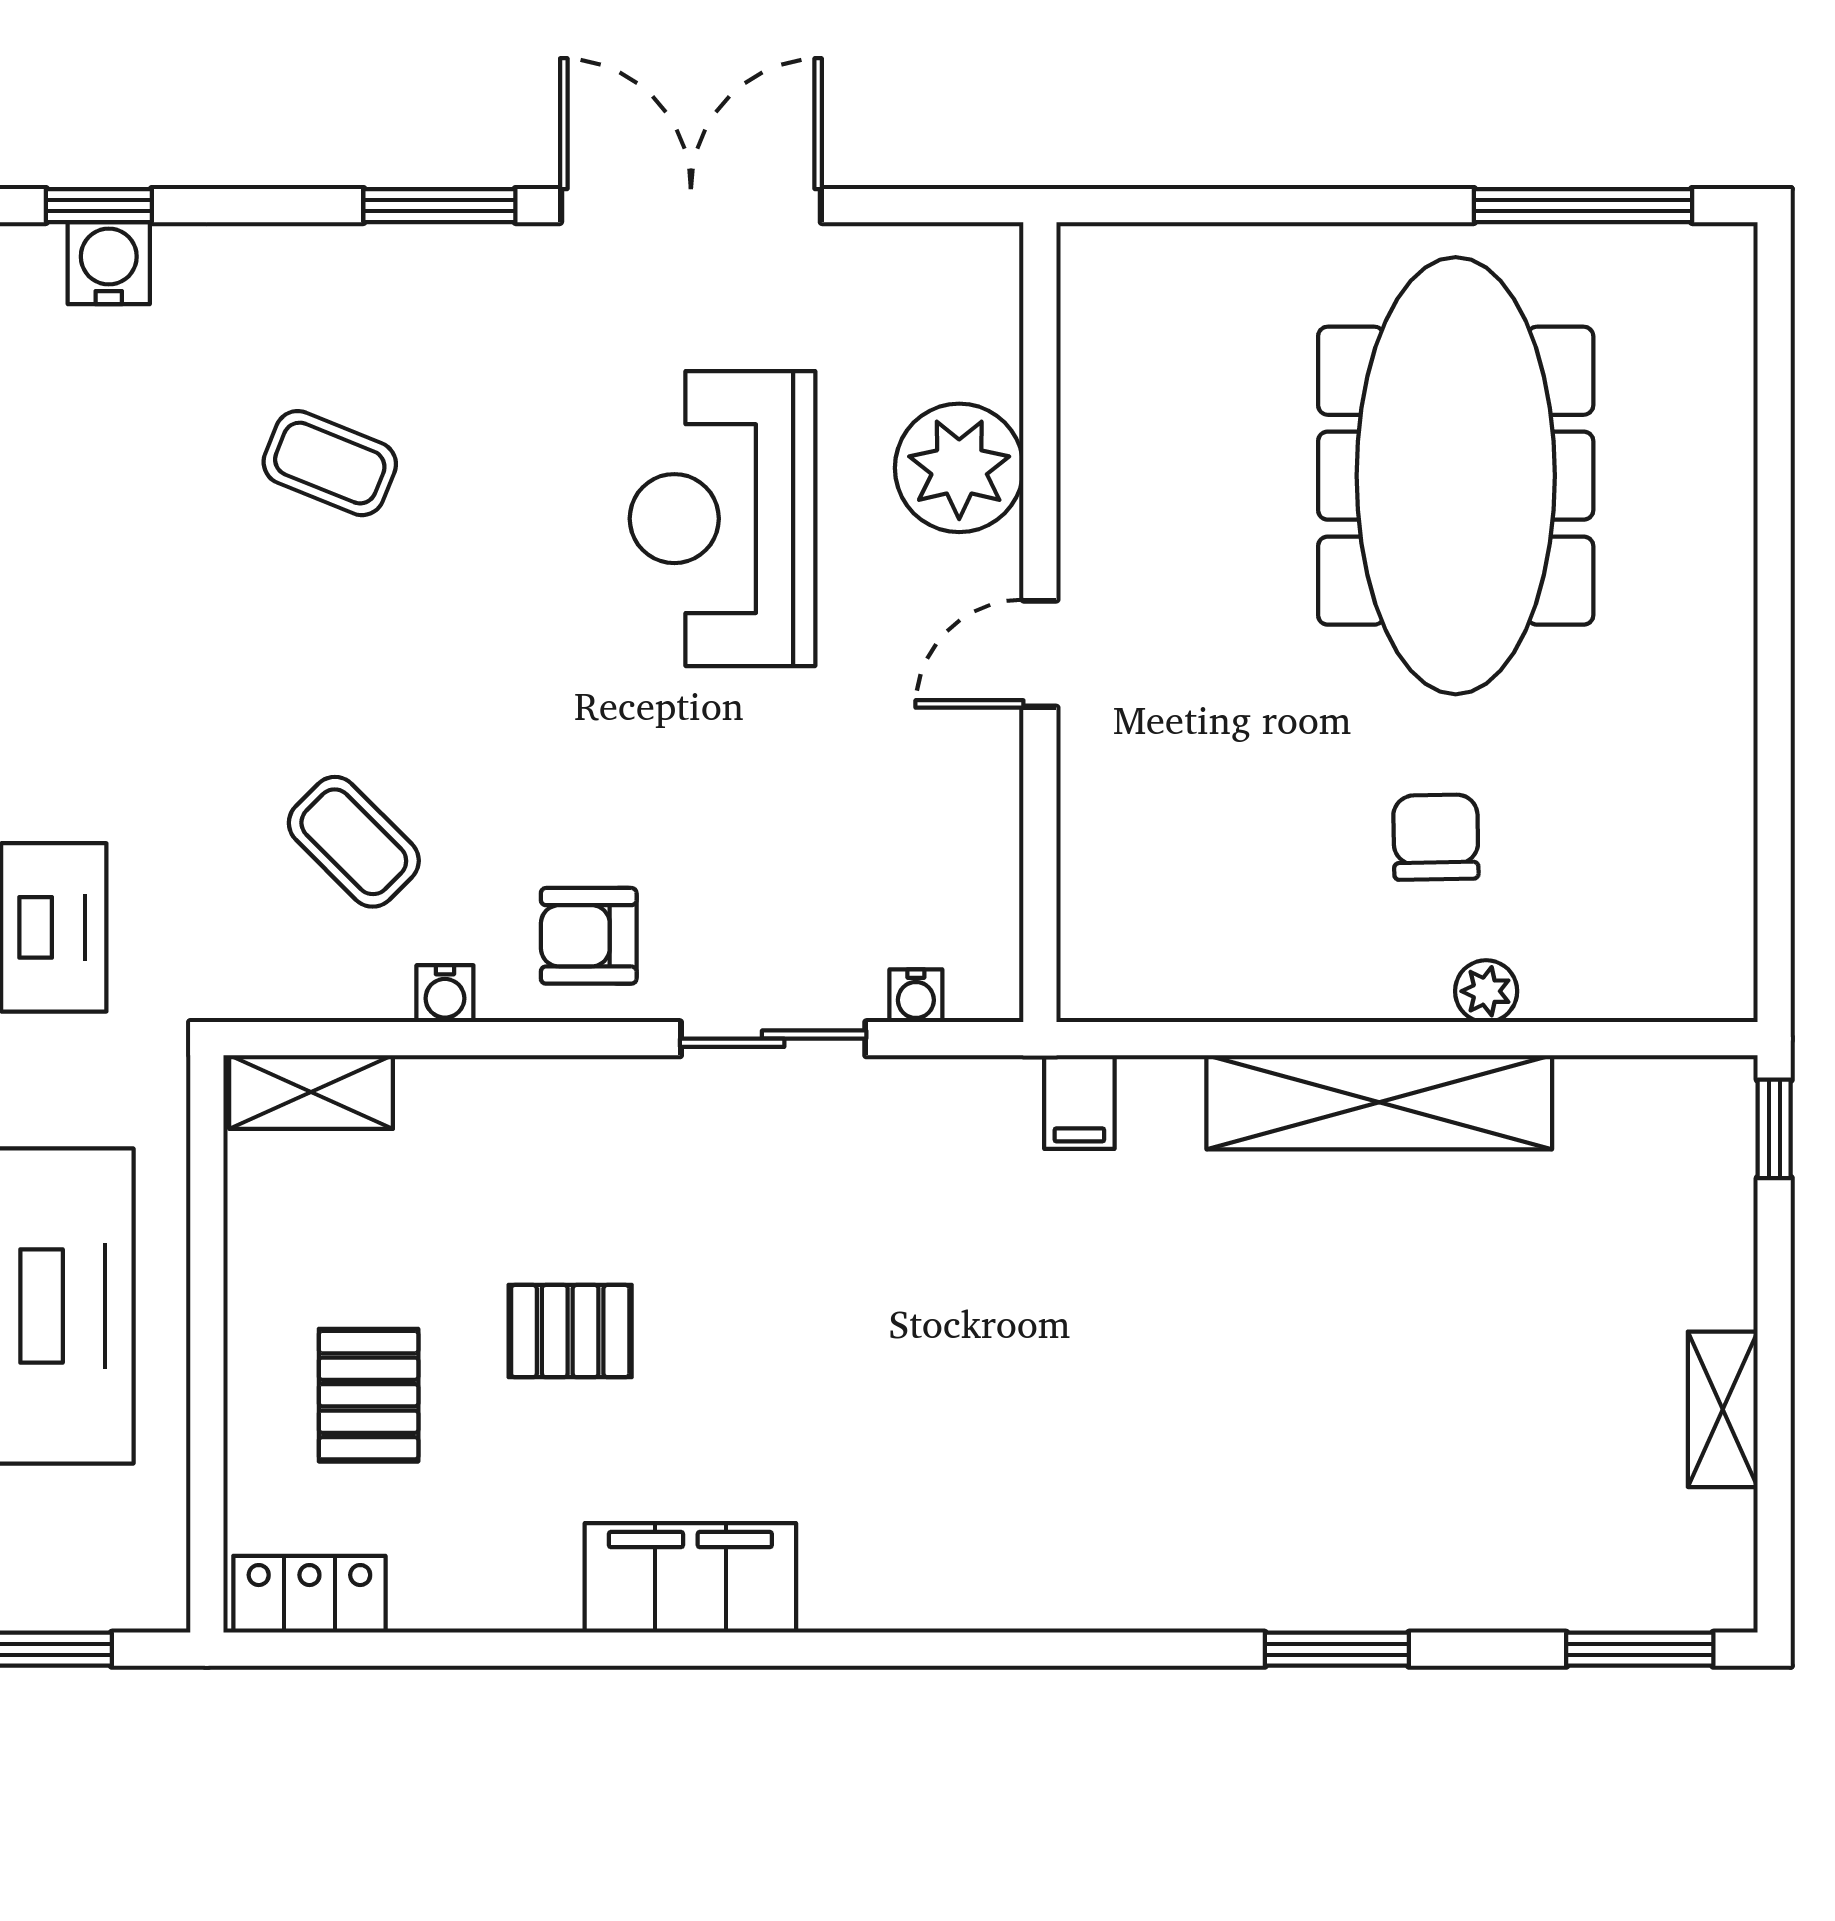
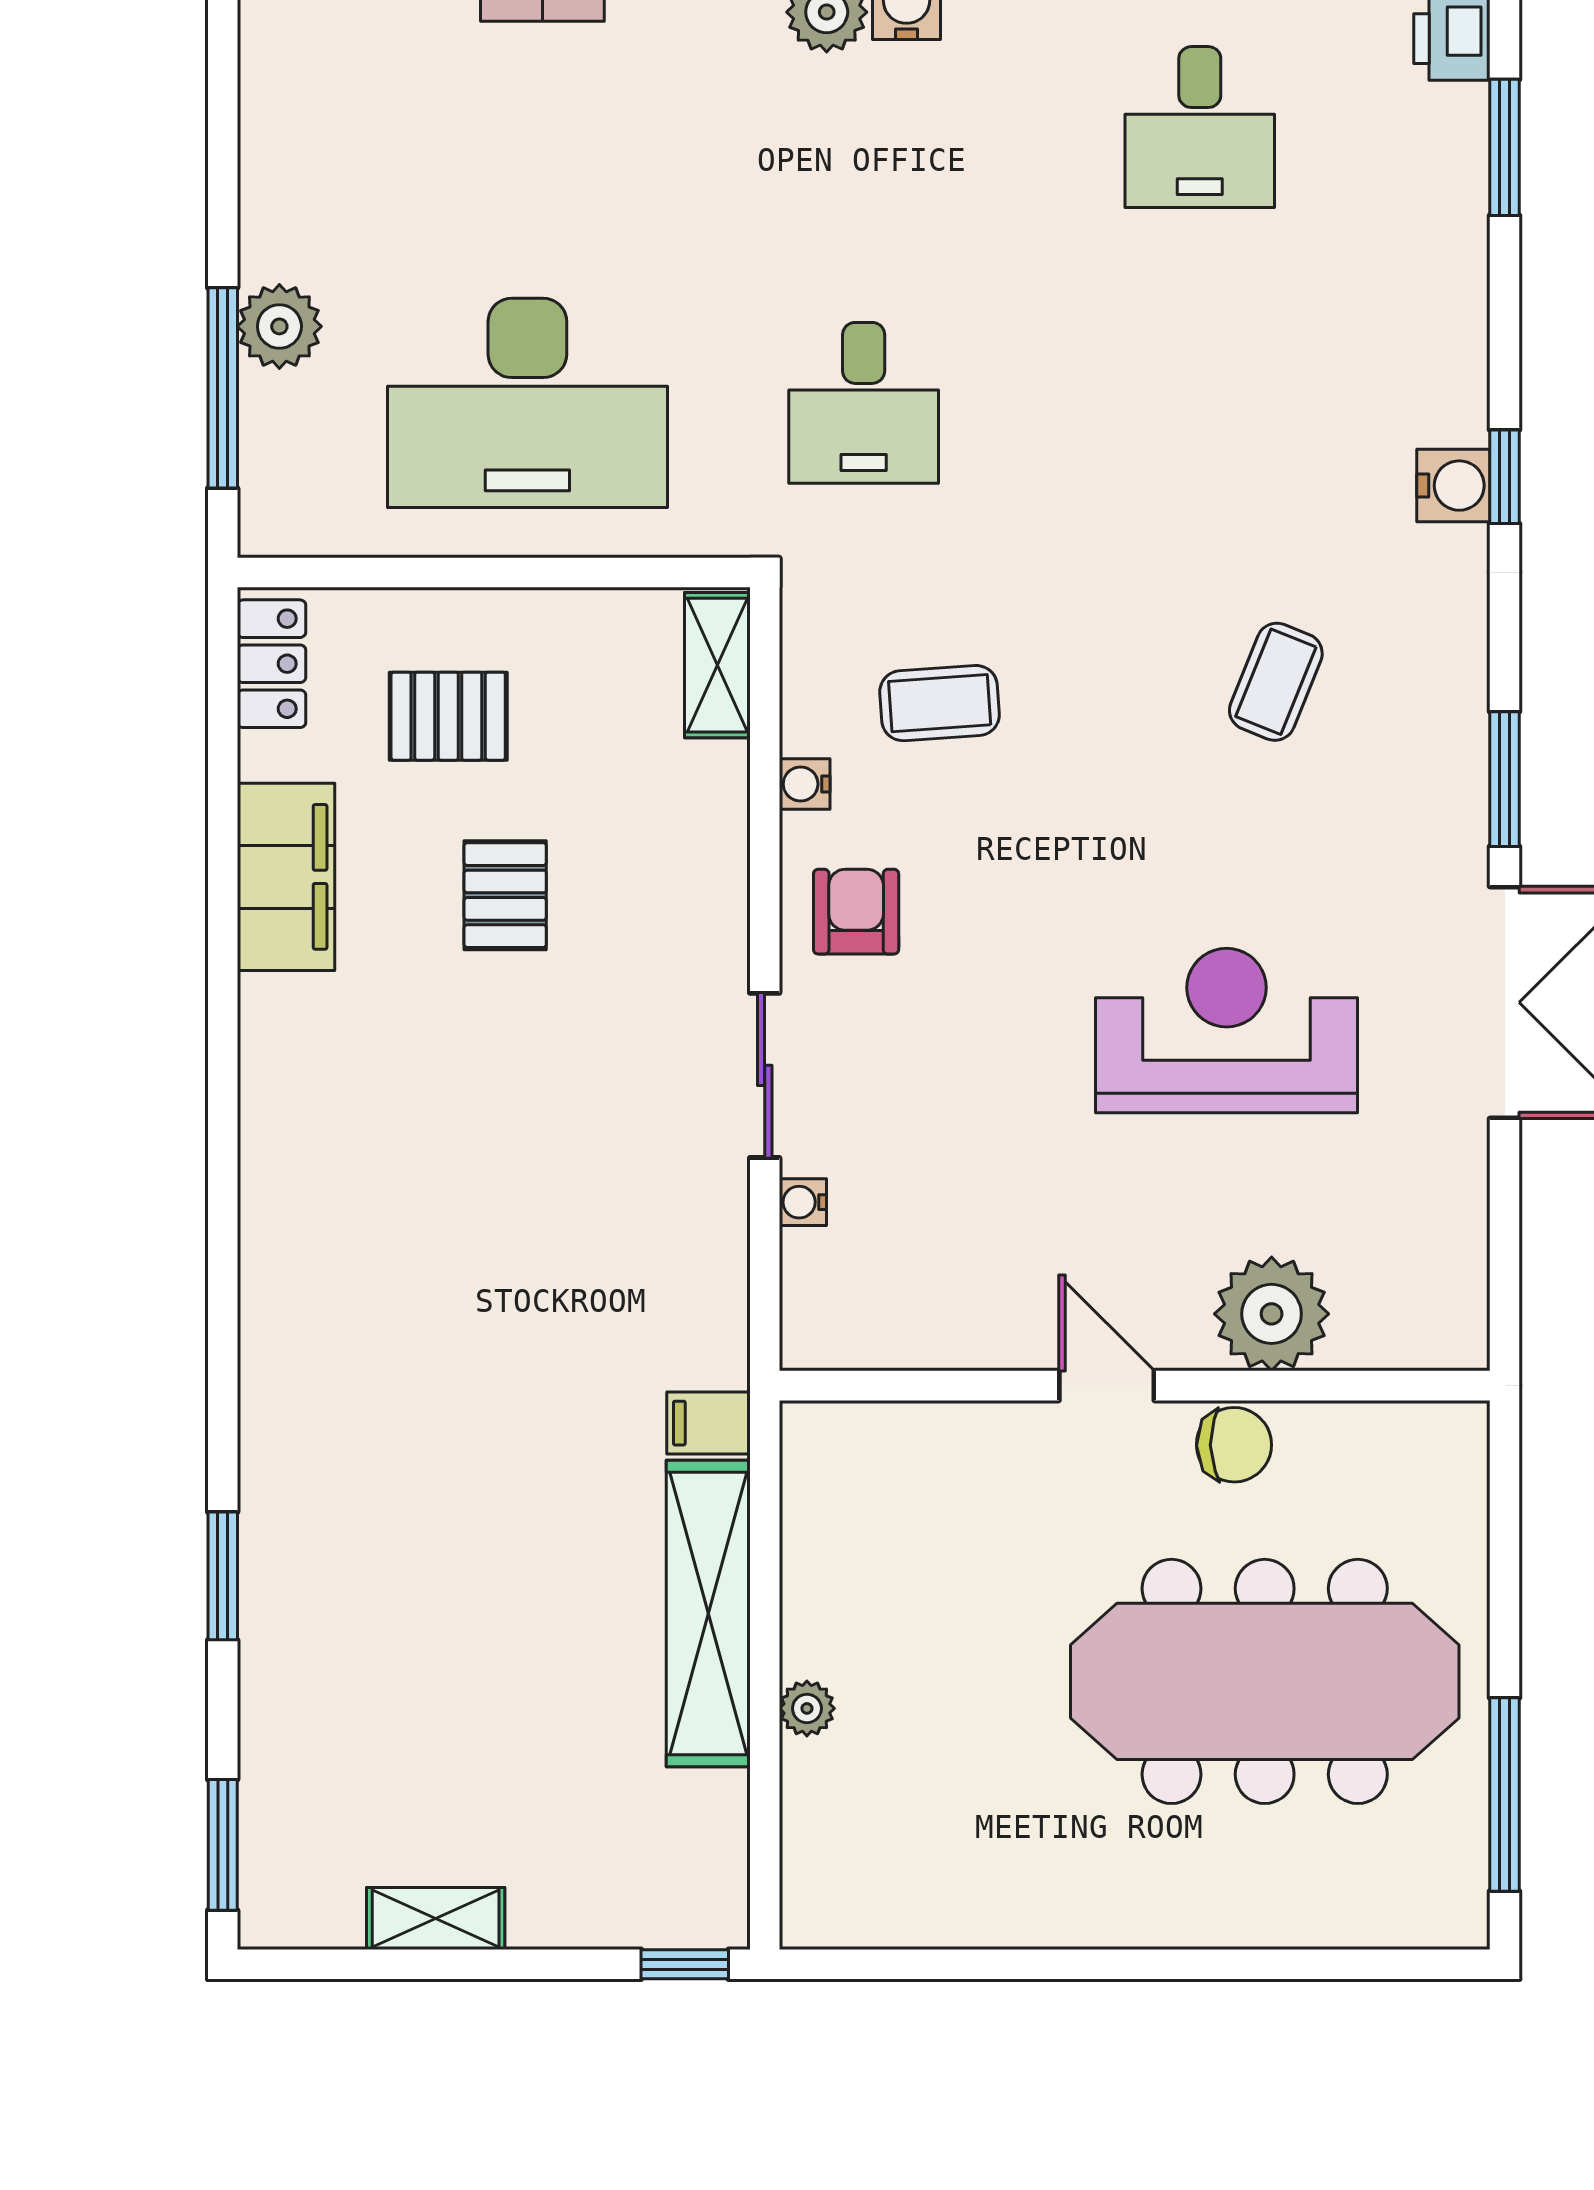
plant: (959, 468) -> (1272, 1314), moved
wall: (1040, 622) -> (1135, 1386), moved
door: (1040, 654) -> (1107, 1386), moved
chair: (1436, 837) -> (1234, 1445), moved
coffee table: (354, 842) -> (940, 703), turned 41
filing cabinet: (1079, 1102) -> (708, 1423), moved
filing cabinet: (690, 1578) -> (286, 877), moved

